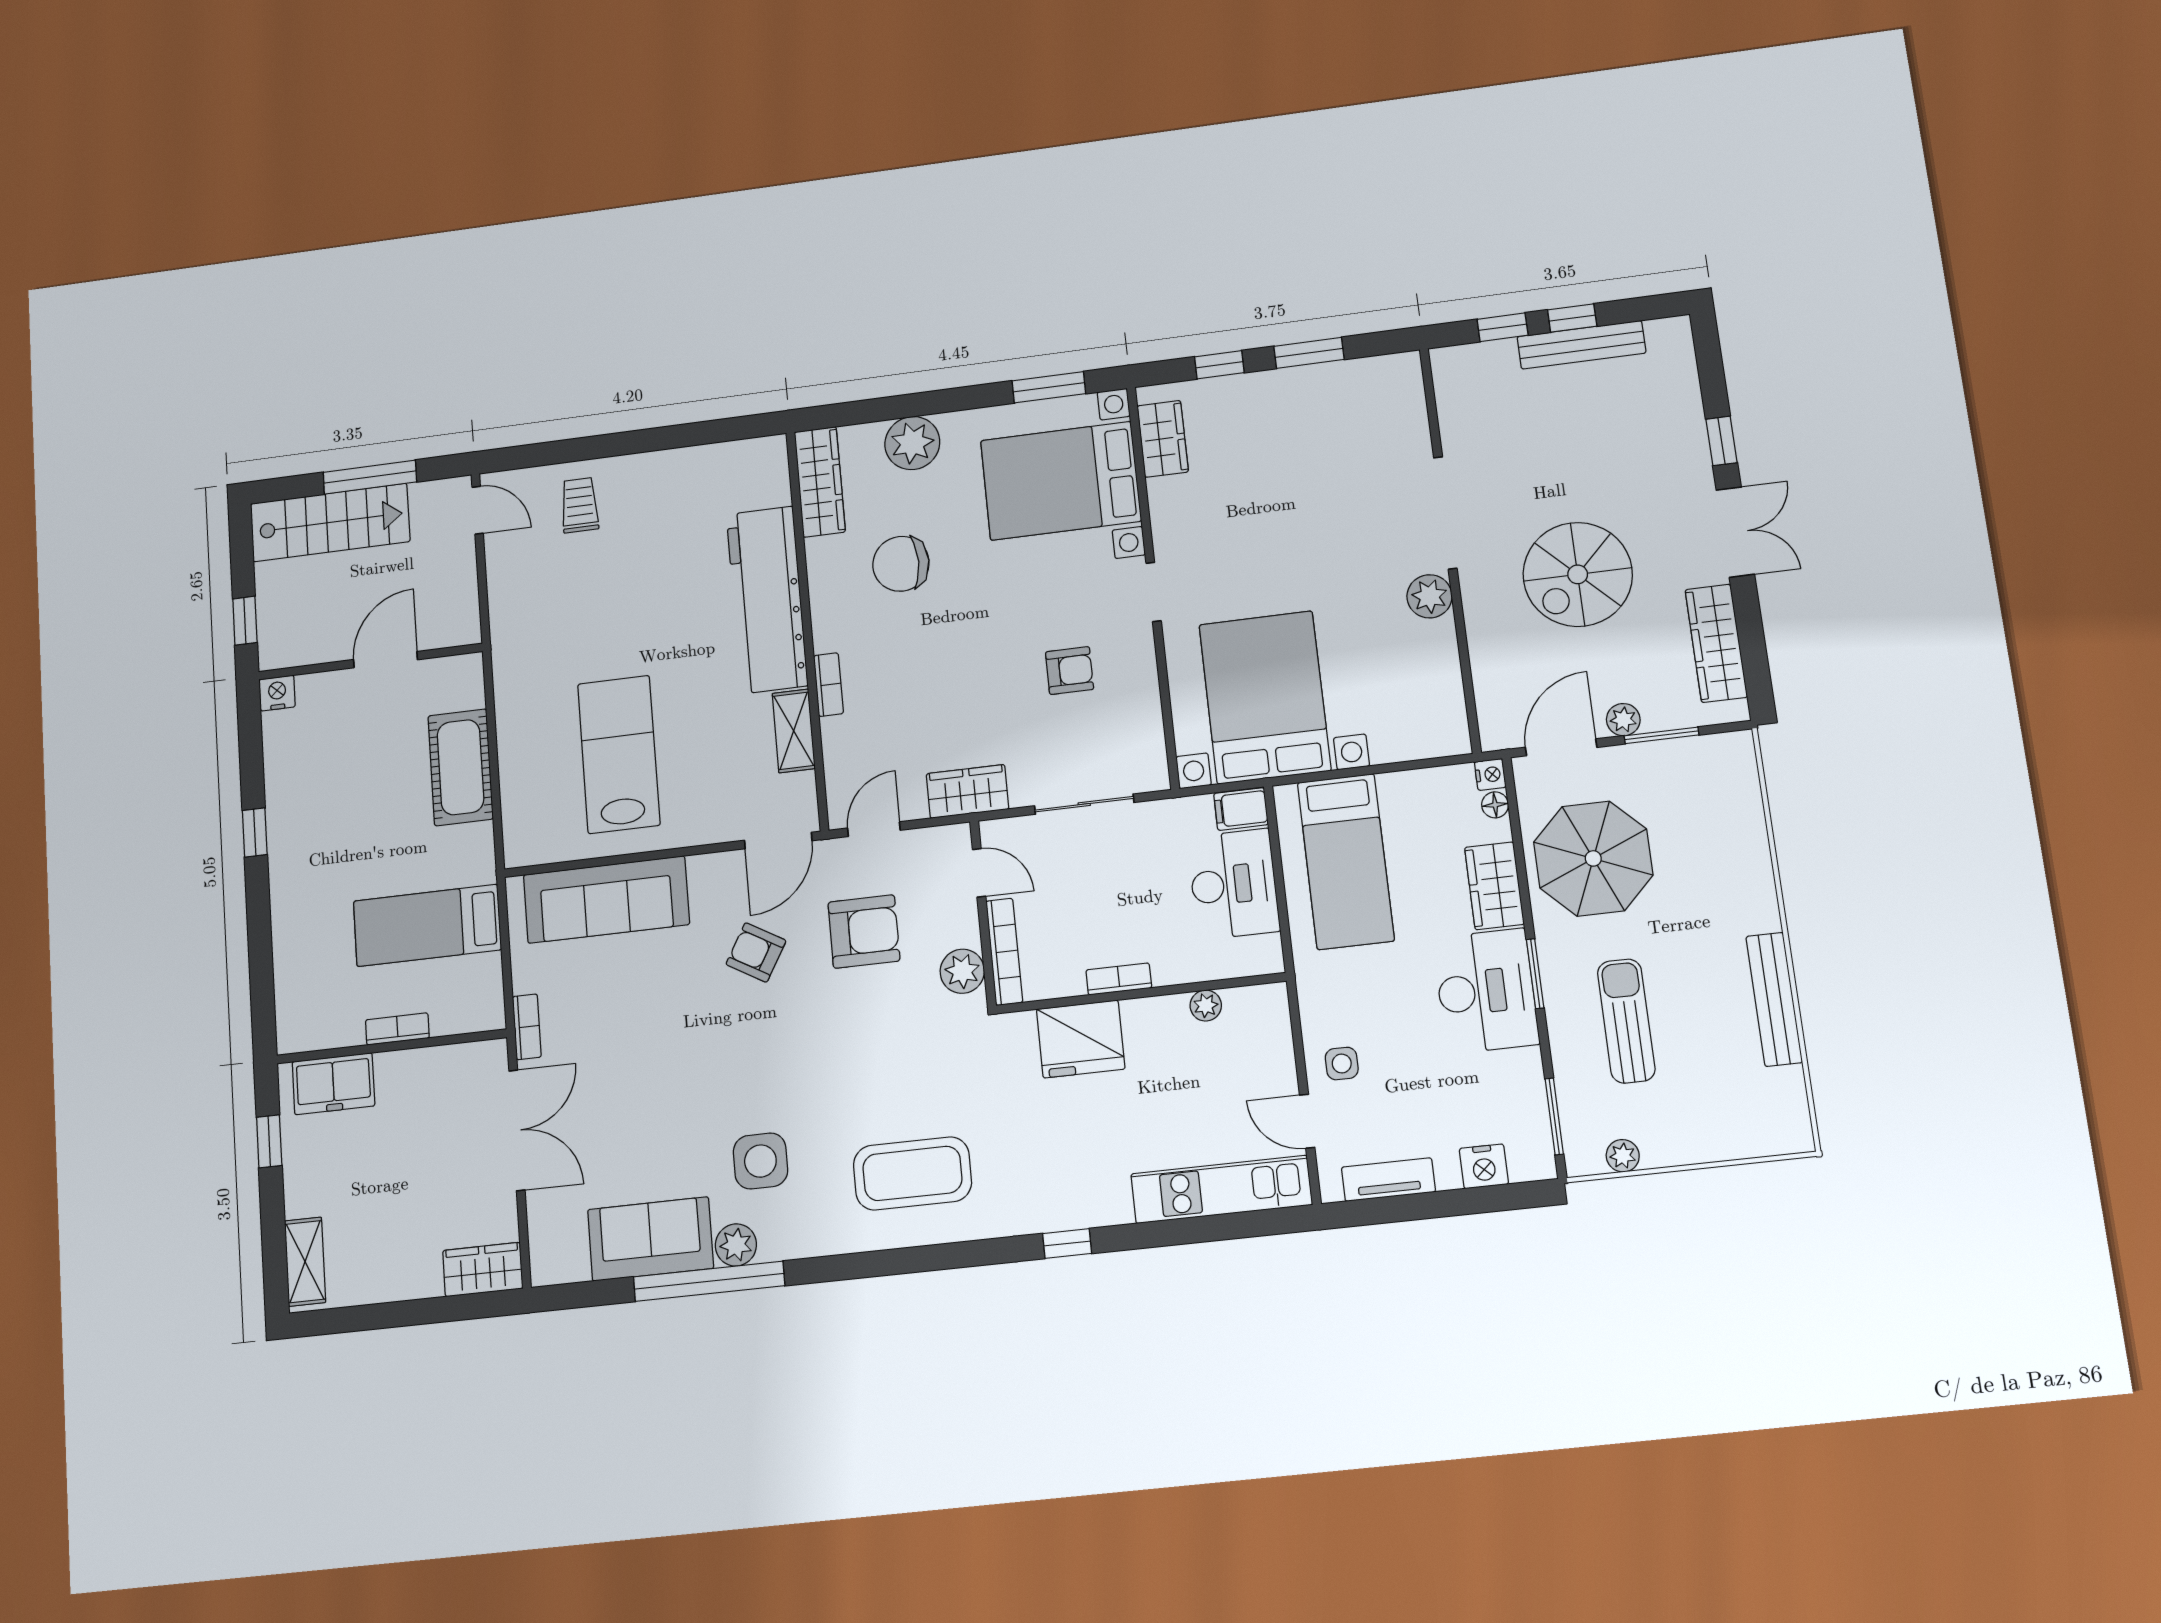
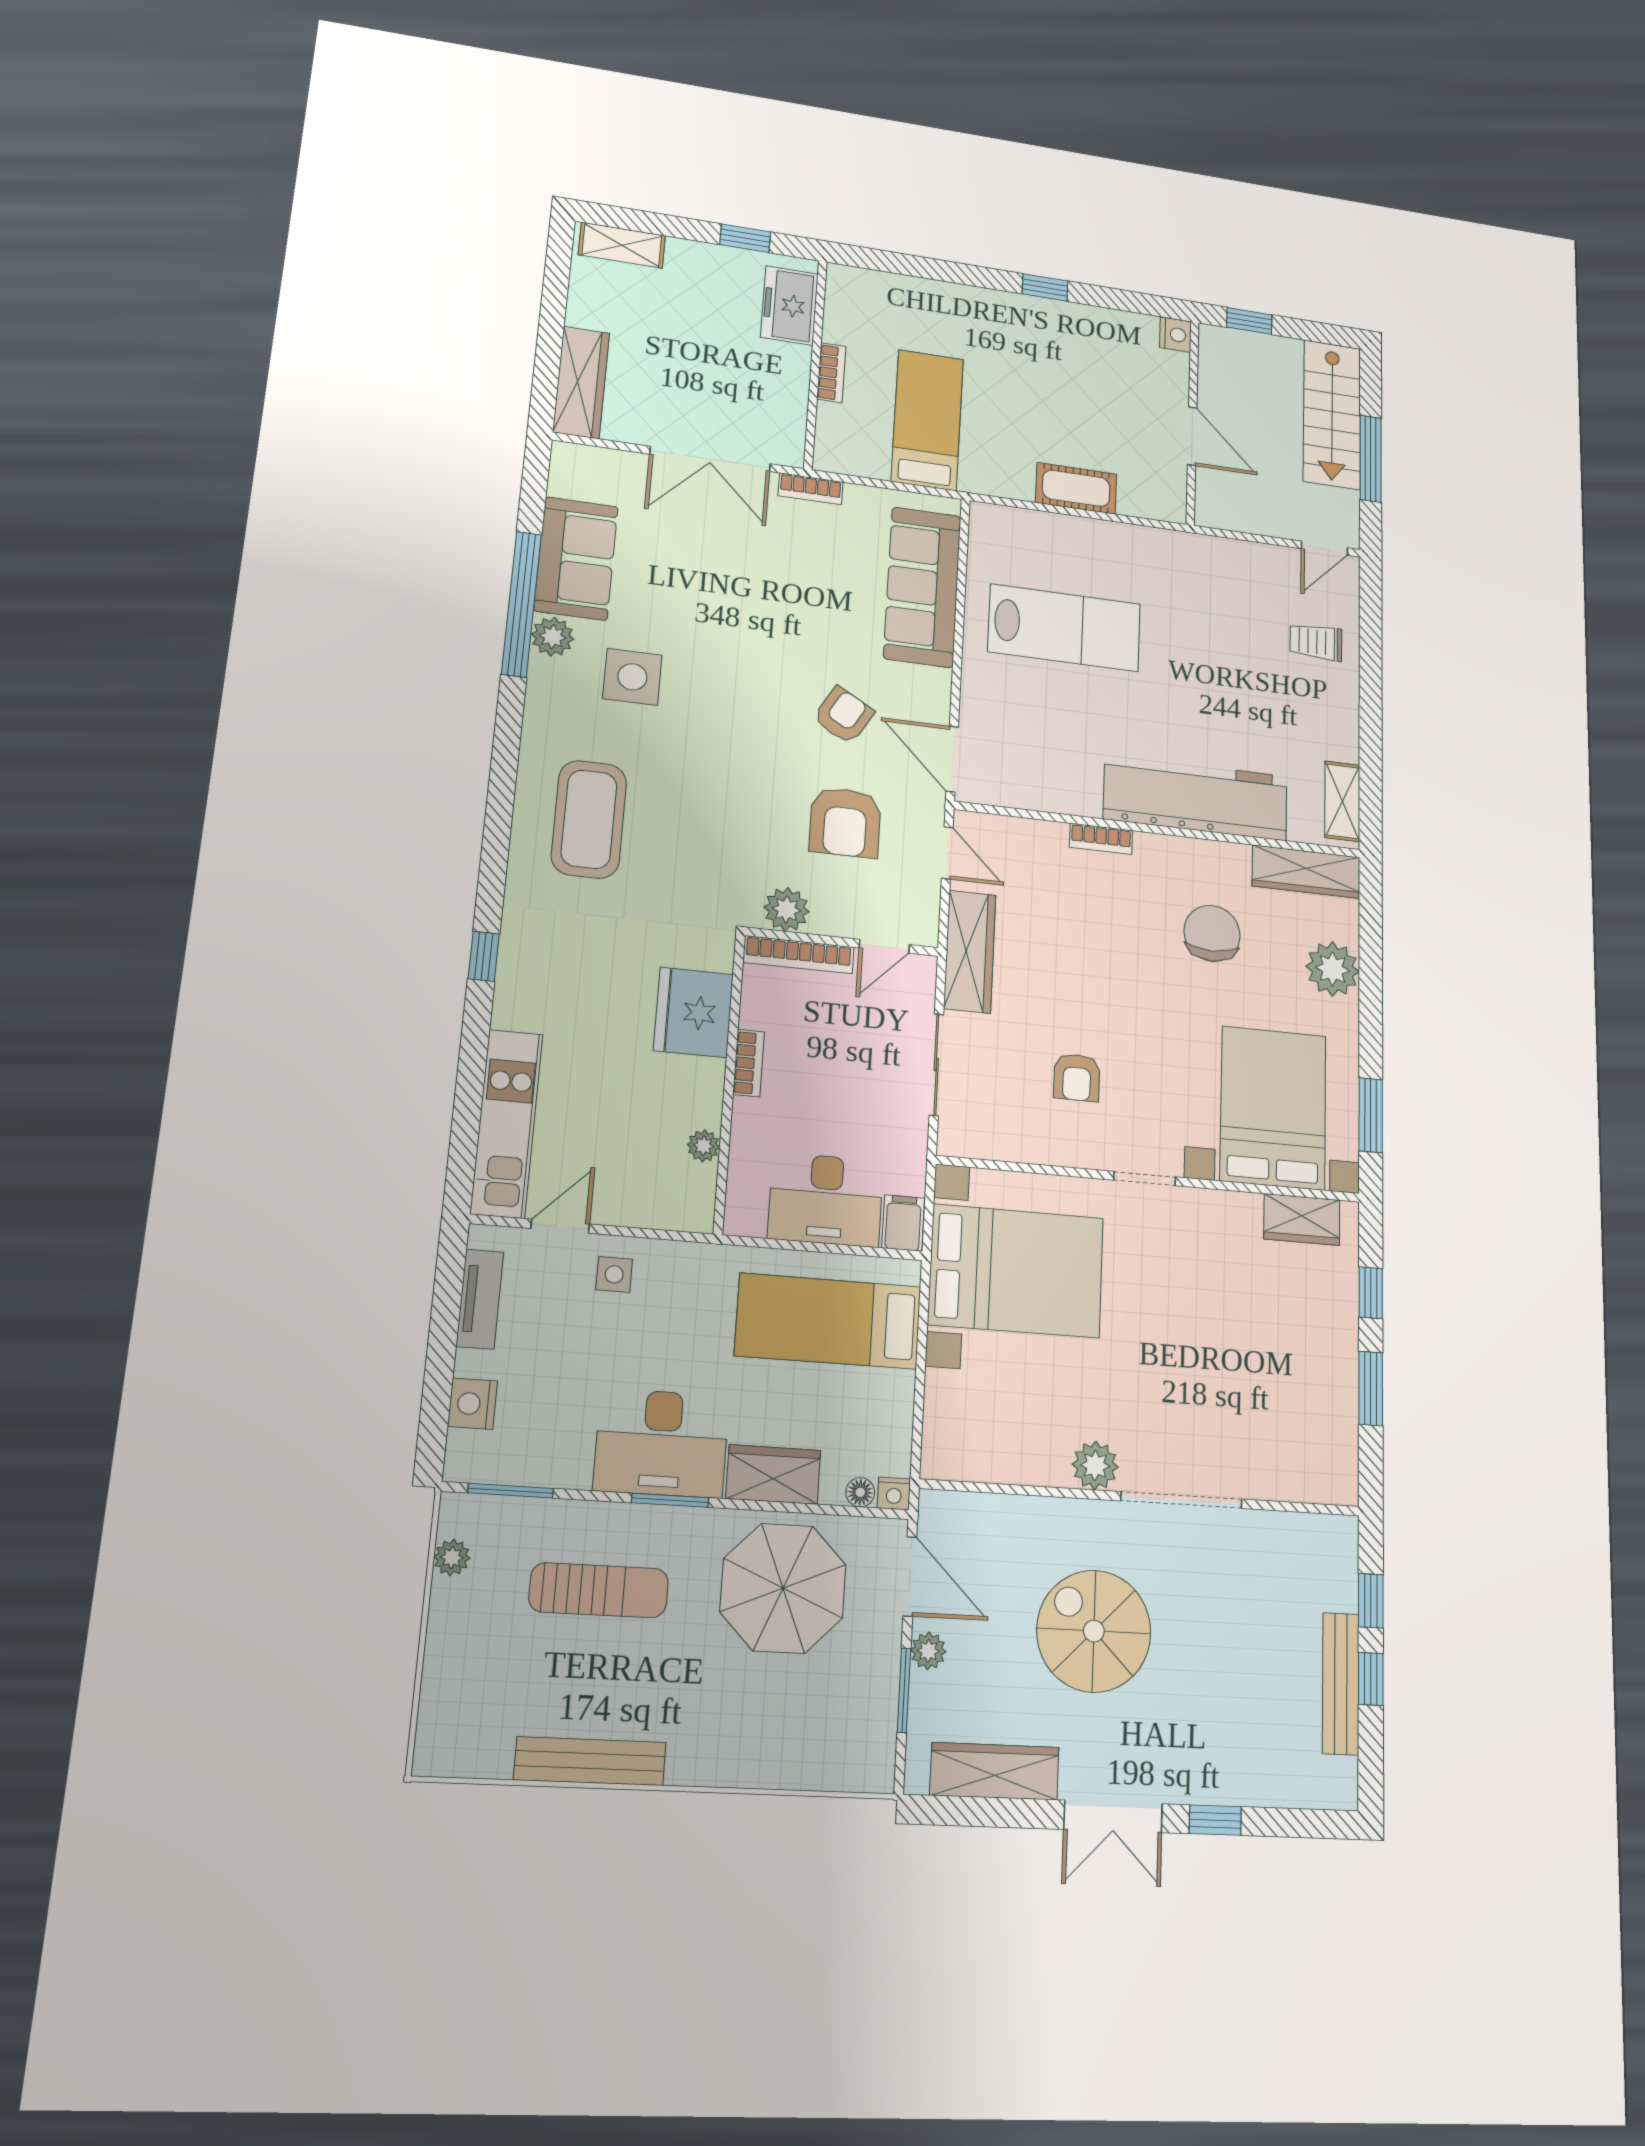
trolley: (580, 505) -> (1316, 642), turned 180
shelving: (794, 731) -> (1342, 801), moved, turned 90
cot: (461, 767) -> (1076, 488), width x0.73, depth x0.75
wardrobe: (967, 791) -> (970, 952), width x1.50
wardrobe: (483, 1270) -> (581, 382), width x1.50

